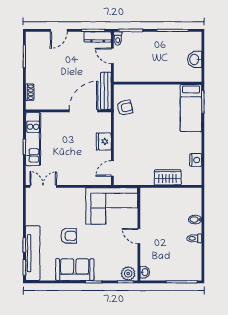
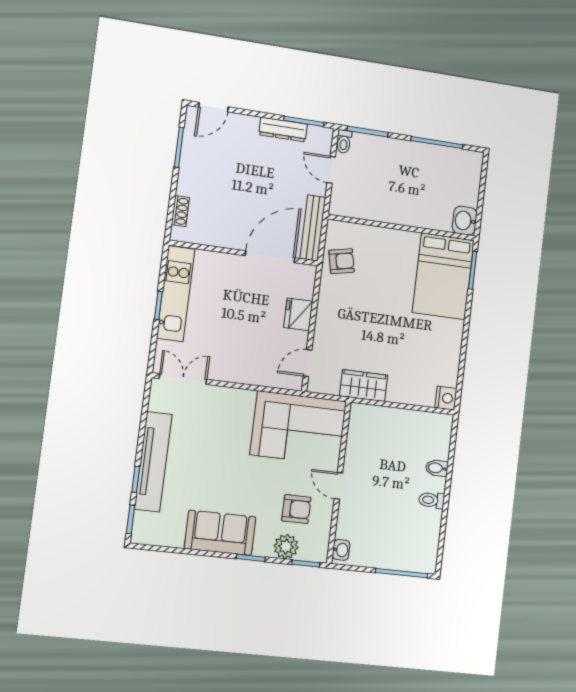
door: (59, 30) -> (213, 107), moved
dresser: (98, 37) -> (283, 129), moved
washbasin: (195, 59) -> (465, 221), moved
bed: (191, 108) -> (443, 276), width x1.50
nightstand: (196, 160) -> (446, 398), moved
wardrobe: (168, 177) -> (364, 386), moved
armchair: (69, 236) -> (296, 509), moved
tv unit: (33, 253) -> (153, 462), moved
plant: (128, 274) -> (286, 547), moved

